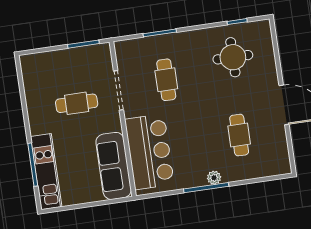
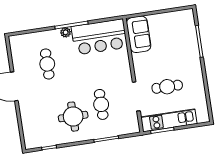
round table: (233, 57) -> (73, 117), moved
bar counter: (149, 152) -> (99, 37), moved, turned -90
sofa: (114, 166) -> (139, 34), width x0.73
kitchen unit: (46, 172) -> (169, 120), moved, turned 90

